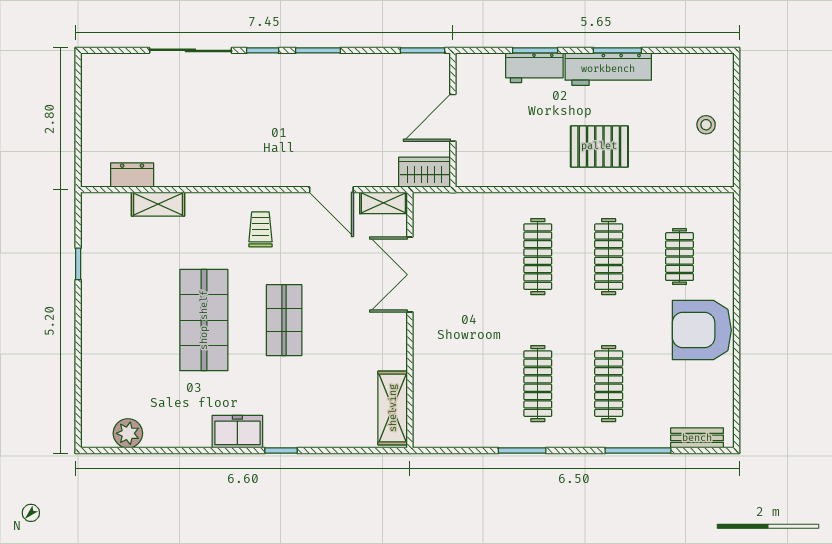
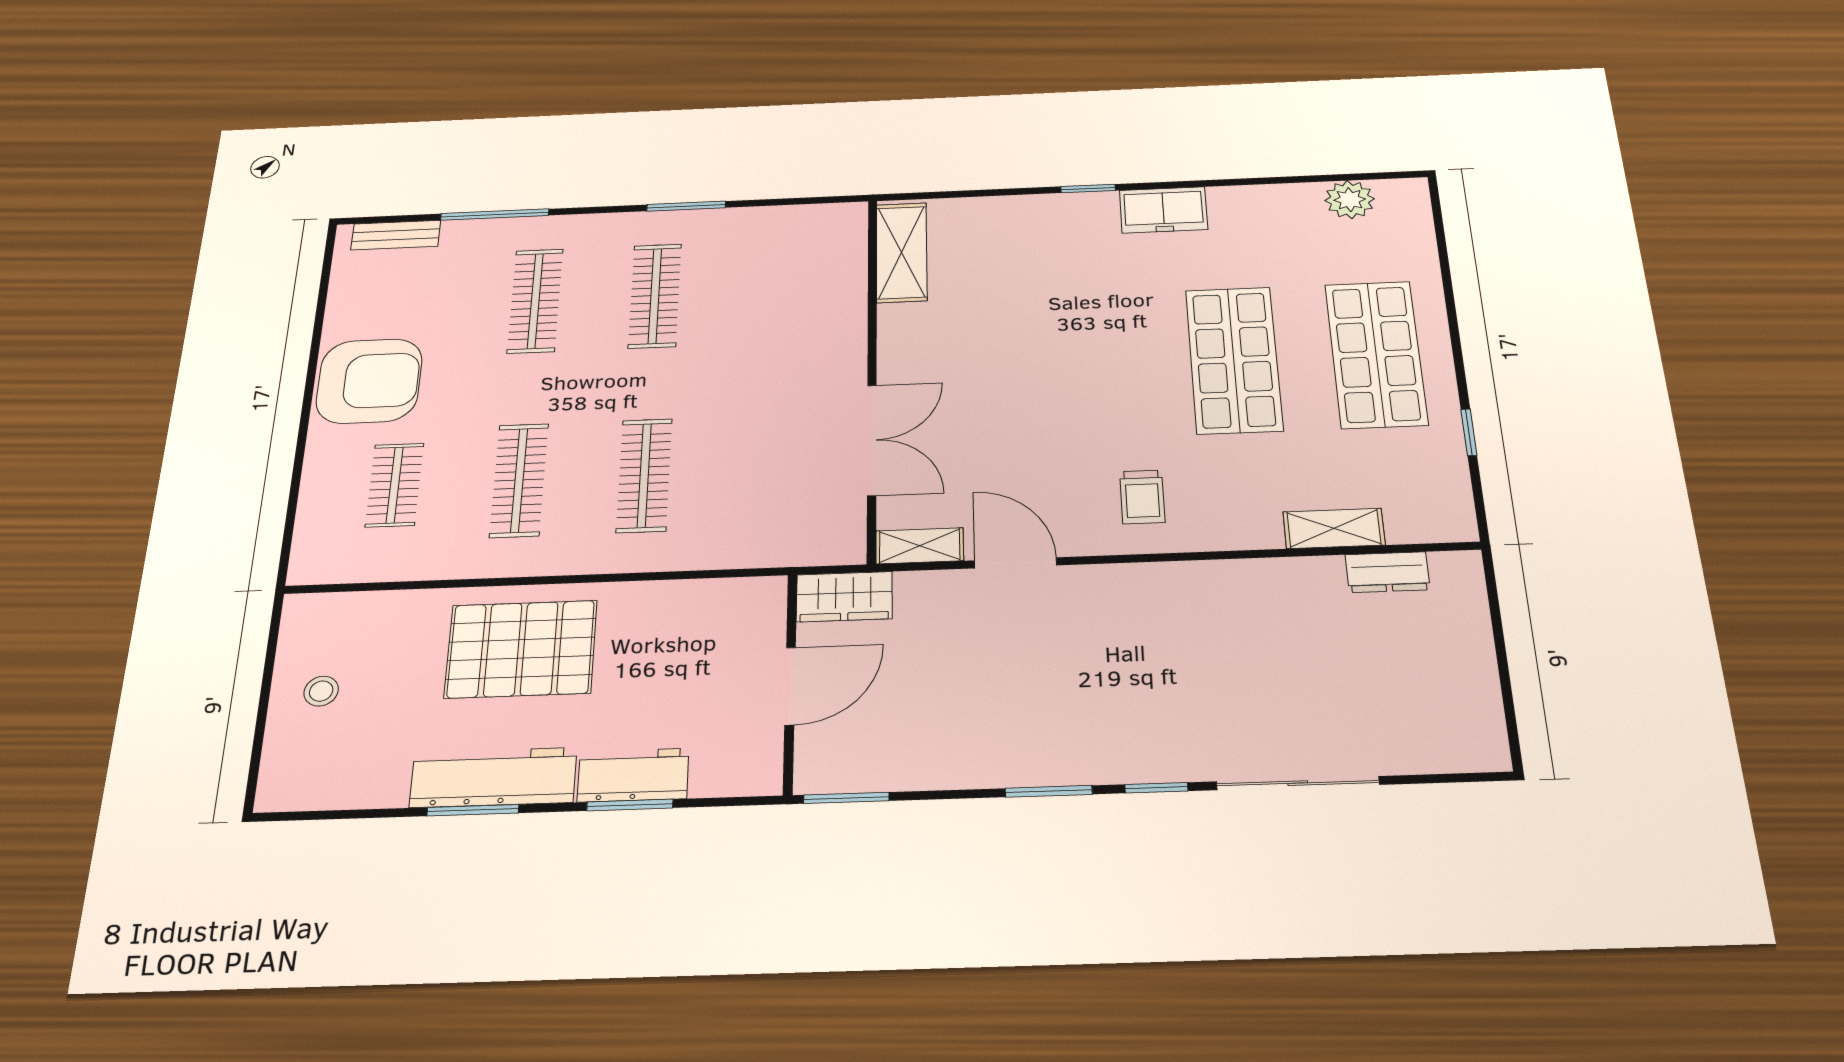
pallet: (599, 146) -> (521, 649), width x1.37, depth x1.41
shop shelf: (284, 320) -> (1376, 354), moved, width x1.43, depth x1.36

